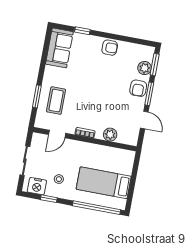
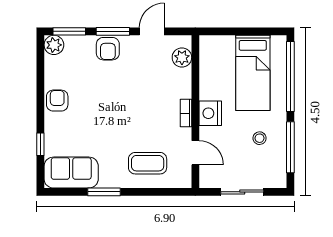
plant: (145, 68) -> (54, 45), moved
armchair: (138, 88) -> (108, 49), turned 90
window: (37, 96) -> (104, 192), moved
plant: (110, 135) -> (182, 57), moved
nightstand: (37, 186) -> (210, 113), moved, turned 180
window: (49, 199) -> (290, 147), width x2.17

